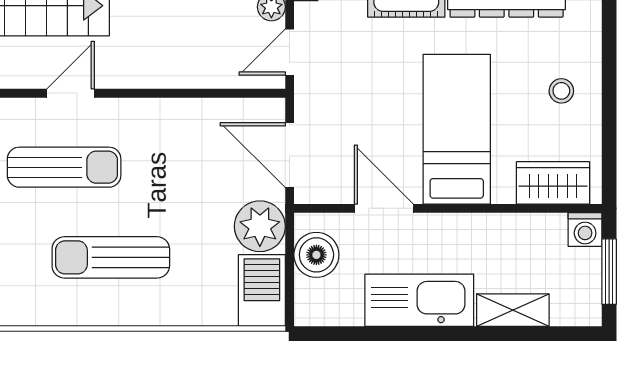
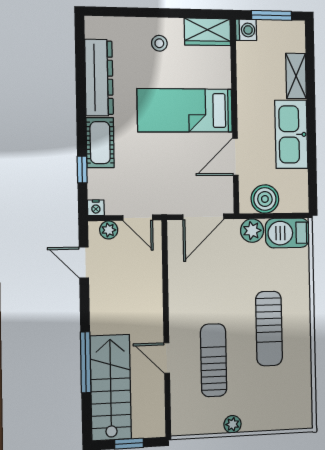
wardrobe: (553, 183) -> (207, 32), moved, turned -90
plant: (260, 226) -> (252, 231), width x0.73, depth x0.73

